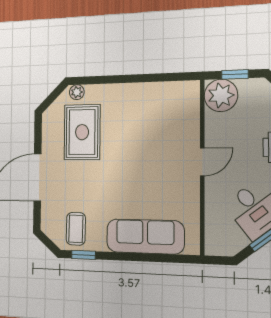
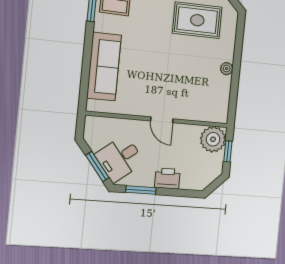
plant: (77, 92) -> (227, 69), moved

